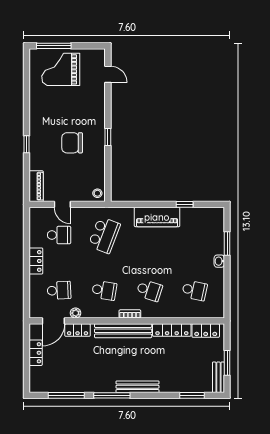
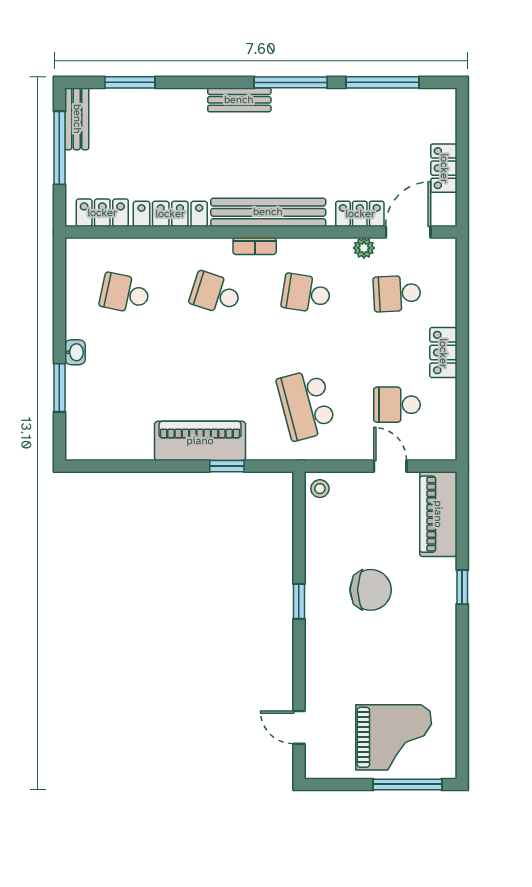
piano: (36, 186) -> (438, 514), width x1.37, depth x1.33
window: (185, 204) -> (227, 466), moved
school desk: (104, 235) -> (306, 405), turned -36
window: (227, 363) -> (59, 148), width x1.44
bench: (138, 387) -> (239, 100), width x0.73

